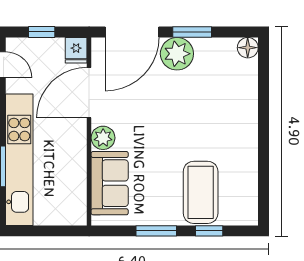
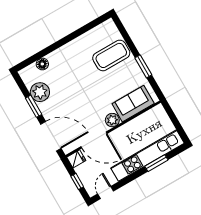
floor lamp: (248, 48) -> (42, 64), moved
plant: (177, 54) -> (40, 92), moved
window: (209, 231) -> (128, 40), removed

